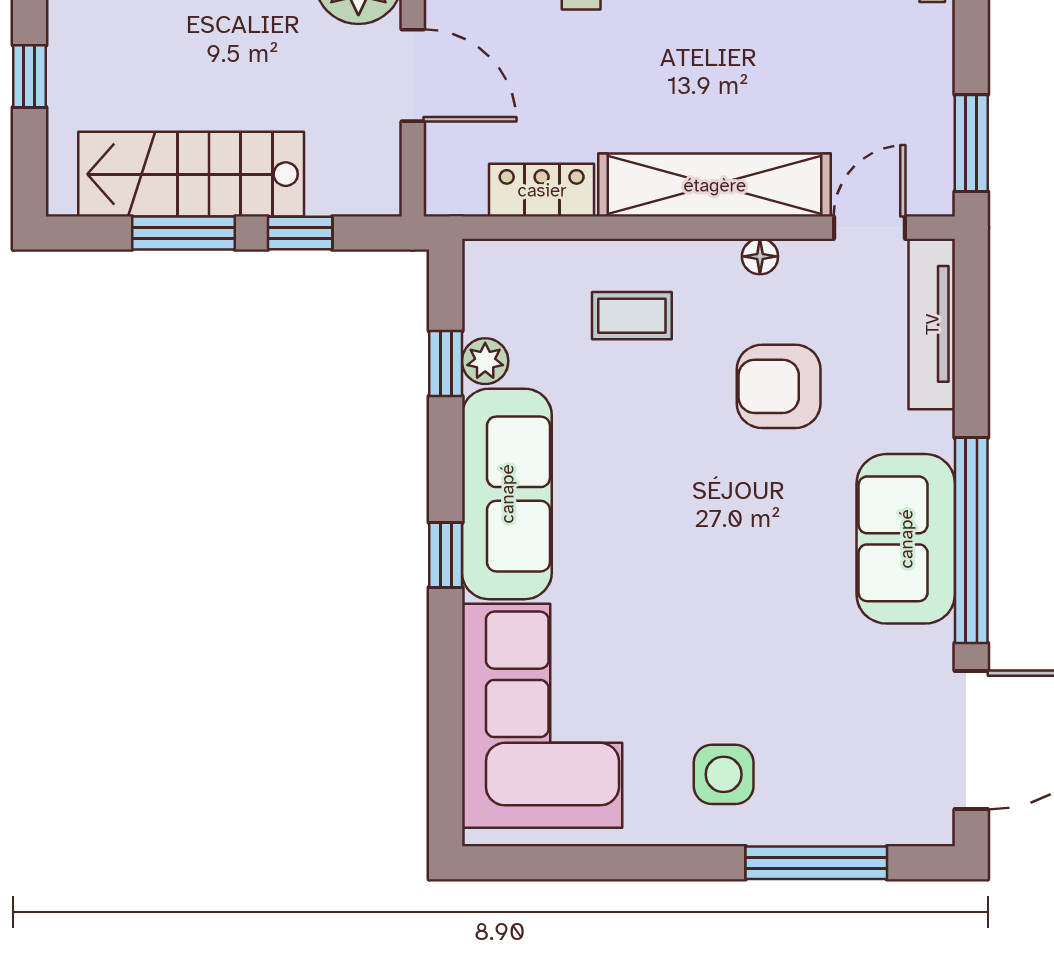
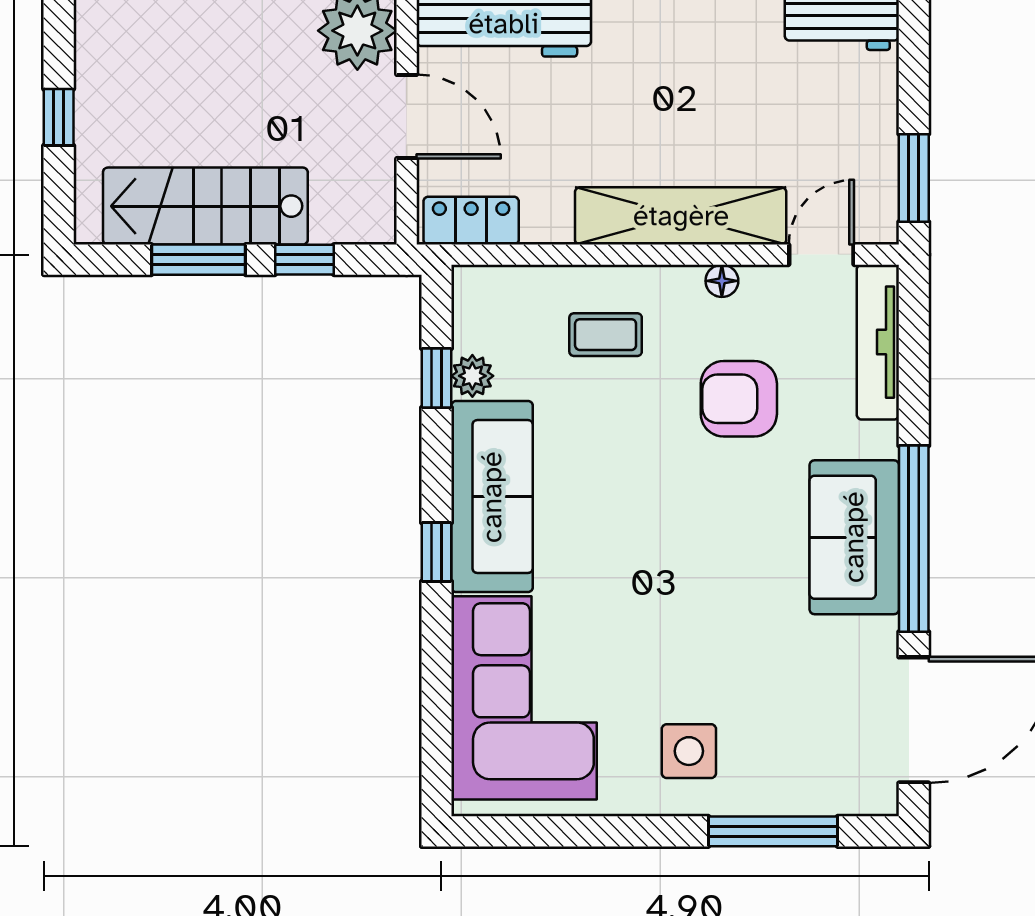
locker: (542, 190) -> (471, 221), moved

